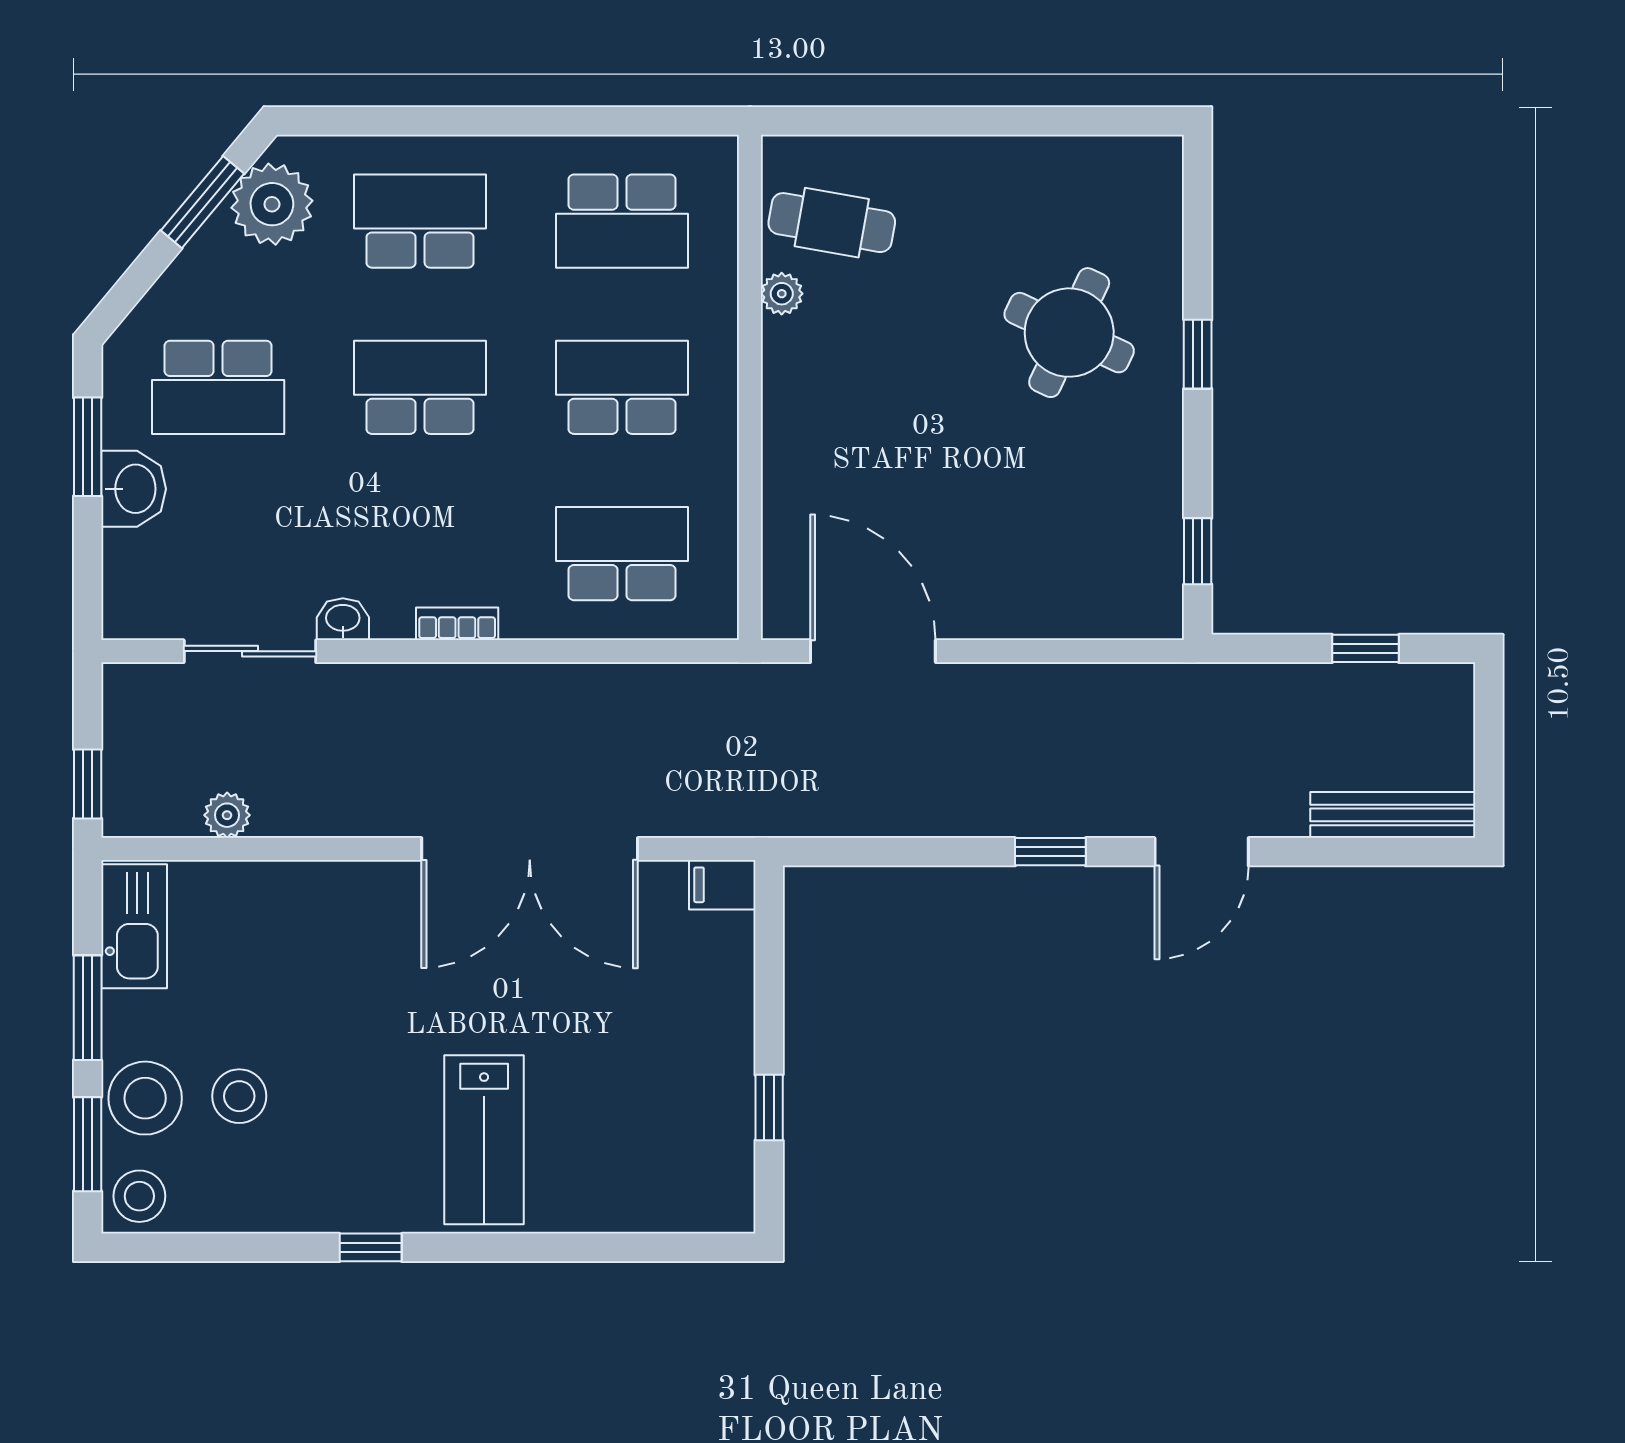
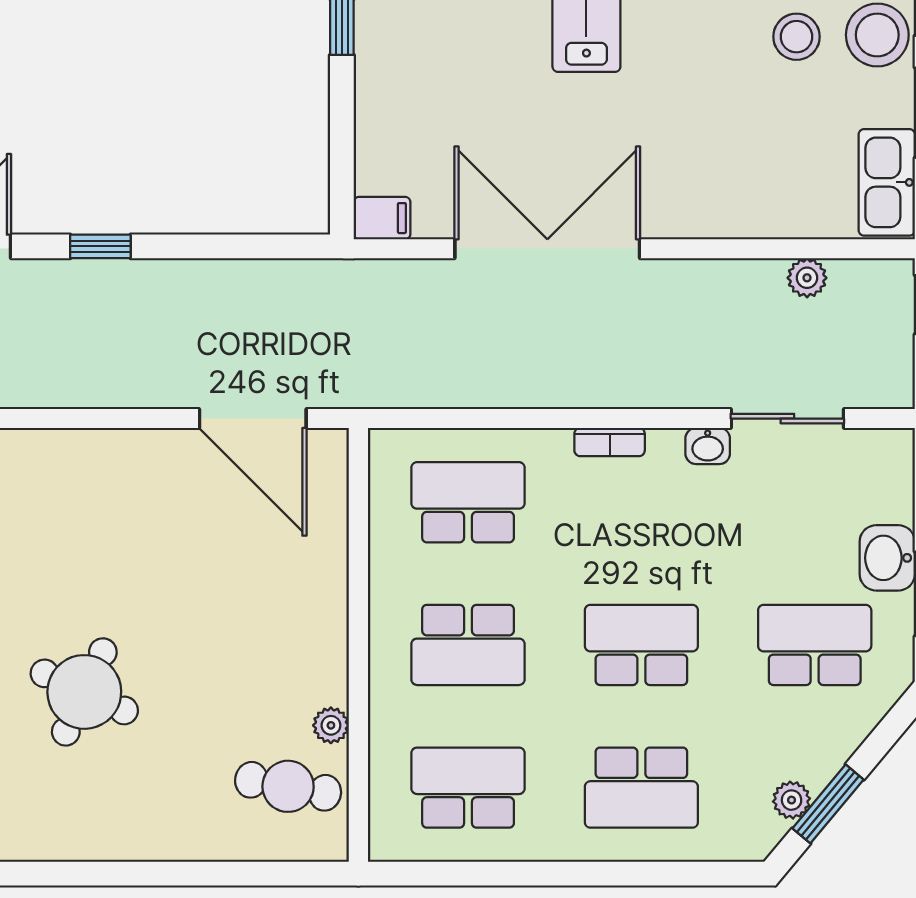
plant: (272, 204) -> (792, 800), width x0.53, depth x0.53
school desk: (420, 387) -> (641, 645), turned 180
school desk: (622, 554) -> (468, 502), turned 180

